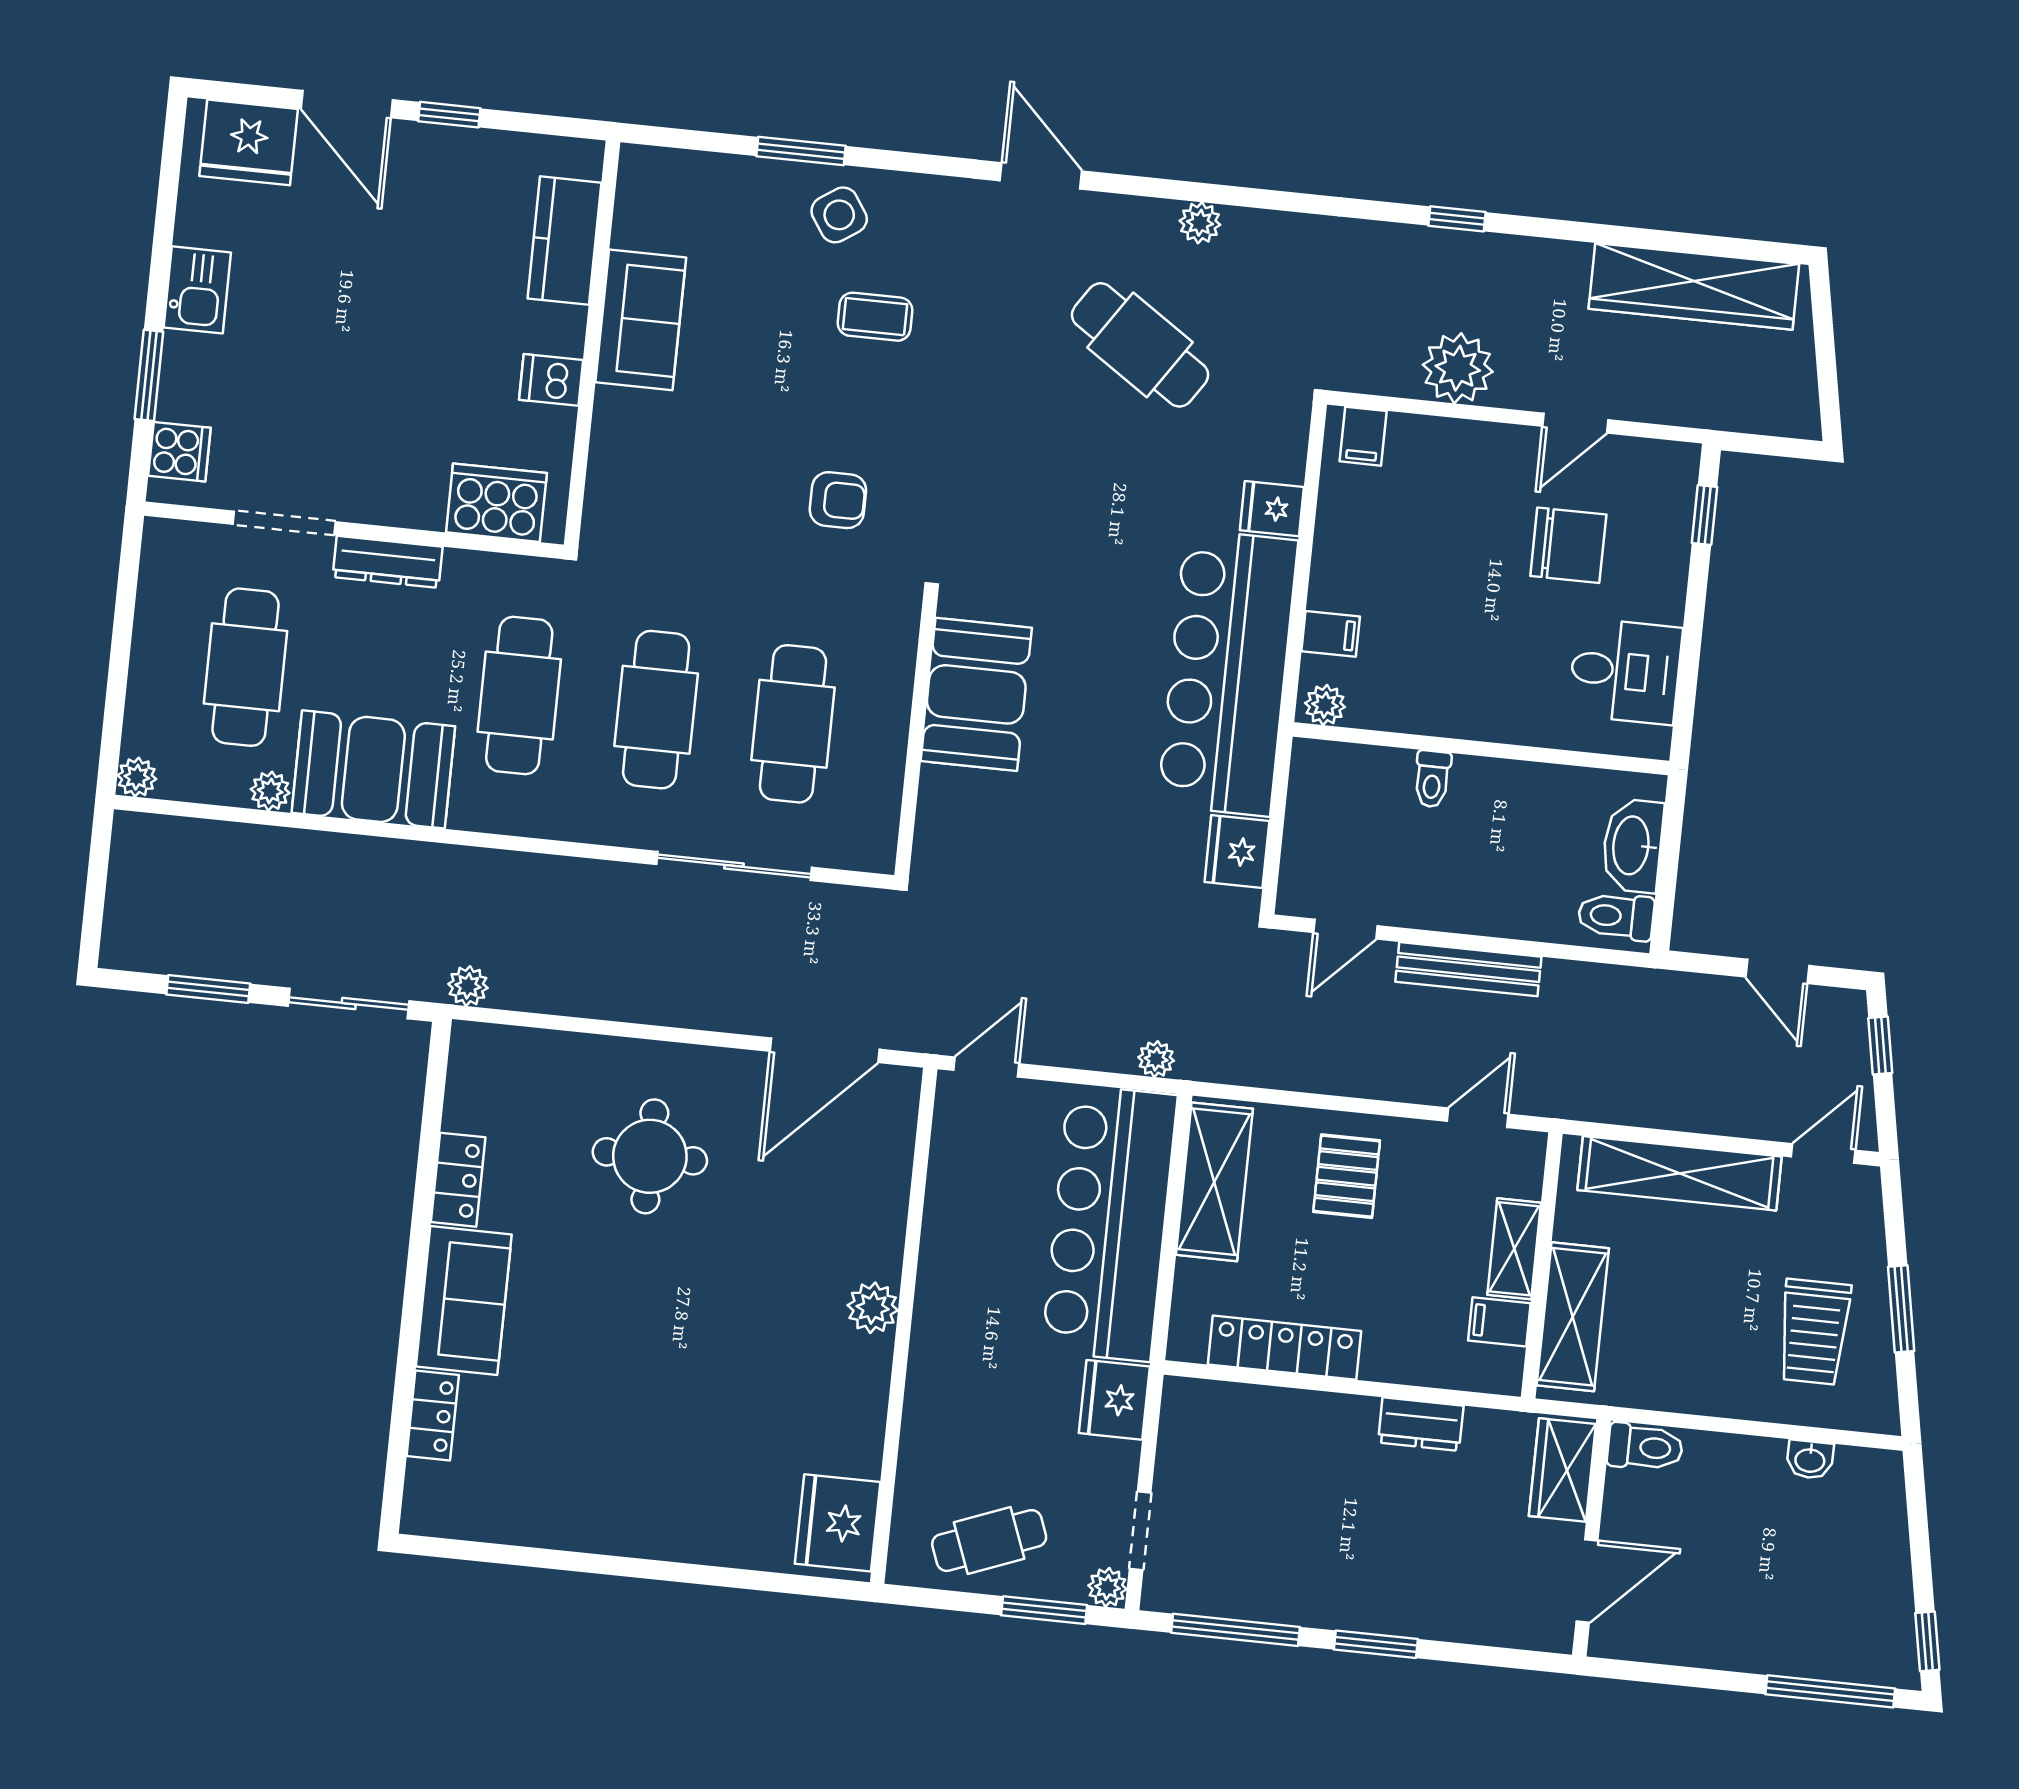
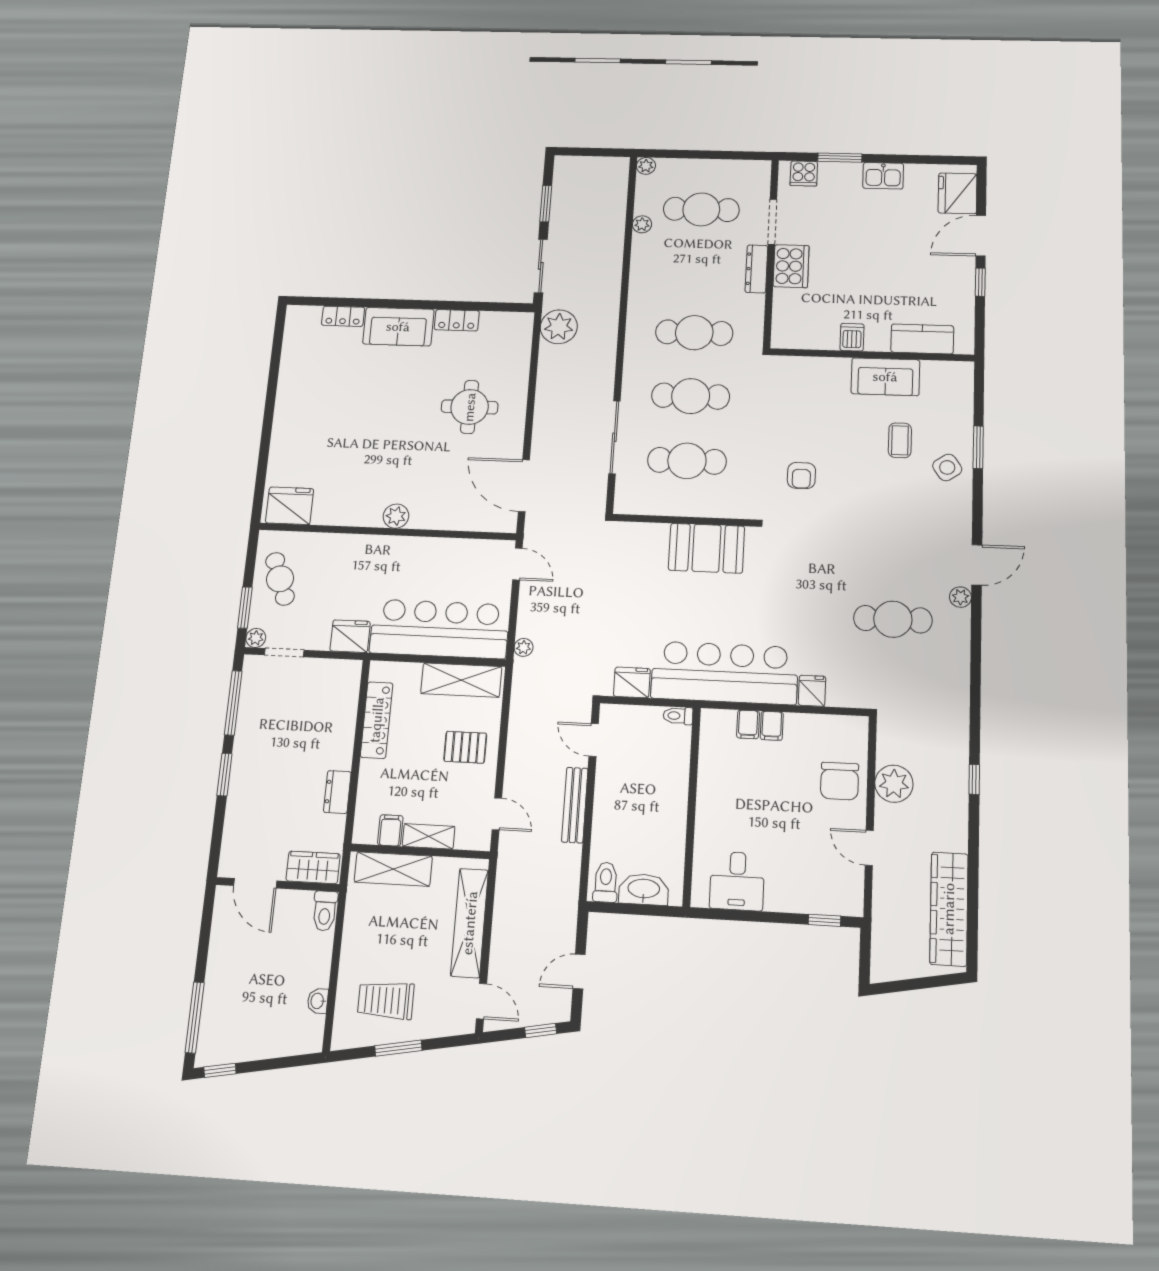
plant: (1200, 223) -> (960, 597), moved
coffee table: (875, 317) -> (900, 440), moved
cafe table: (1140, 345) -> (893, 619), turned 56
filing cabinet: (1363, 436) -> (772, 726), moved, turned -90
cooker: (496, 503) -> (791, 266), moved
chair: (1568, 545) -> (840, 781), moved
plant: (1325, 705) -> (710, 723), removed
booth: (373, 769) -> (655, 269), removed
toilet: (1432, 779) -> (678, 716), moved
plant: (468, 986) -> (559, 327), width x1.87, depth x1.87

